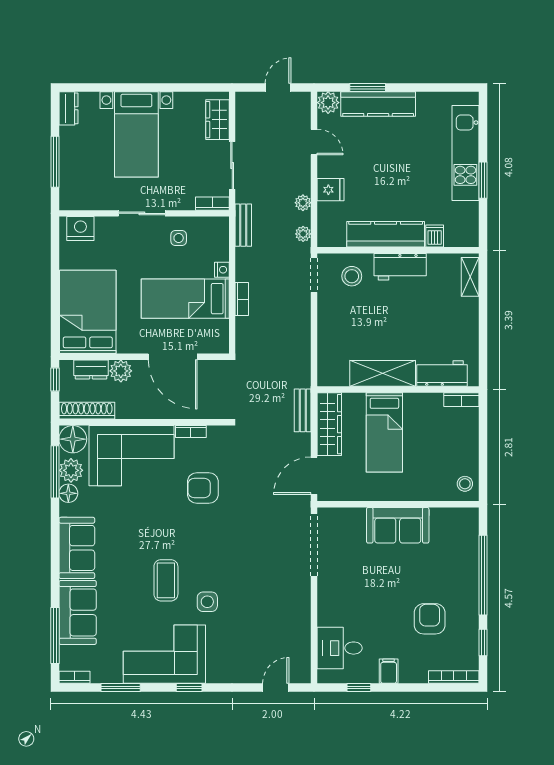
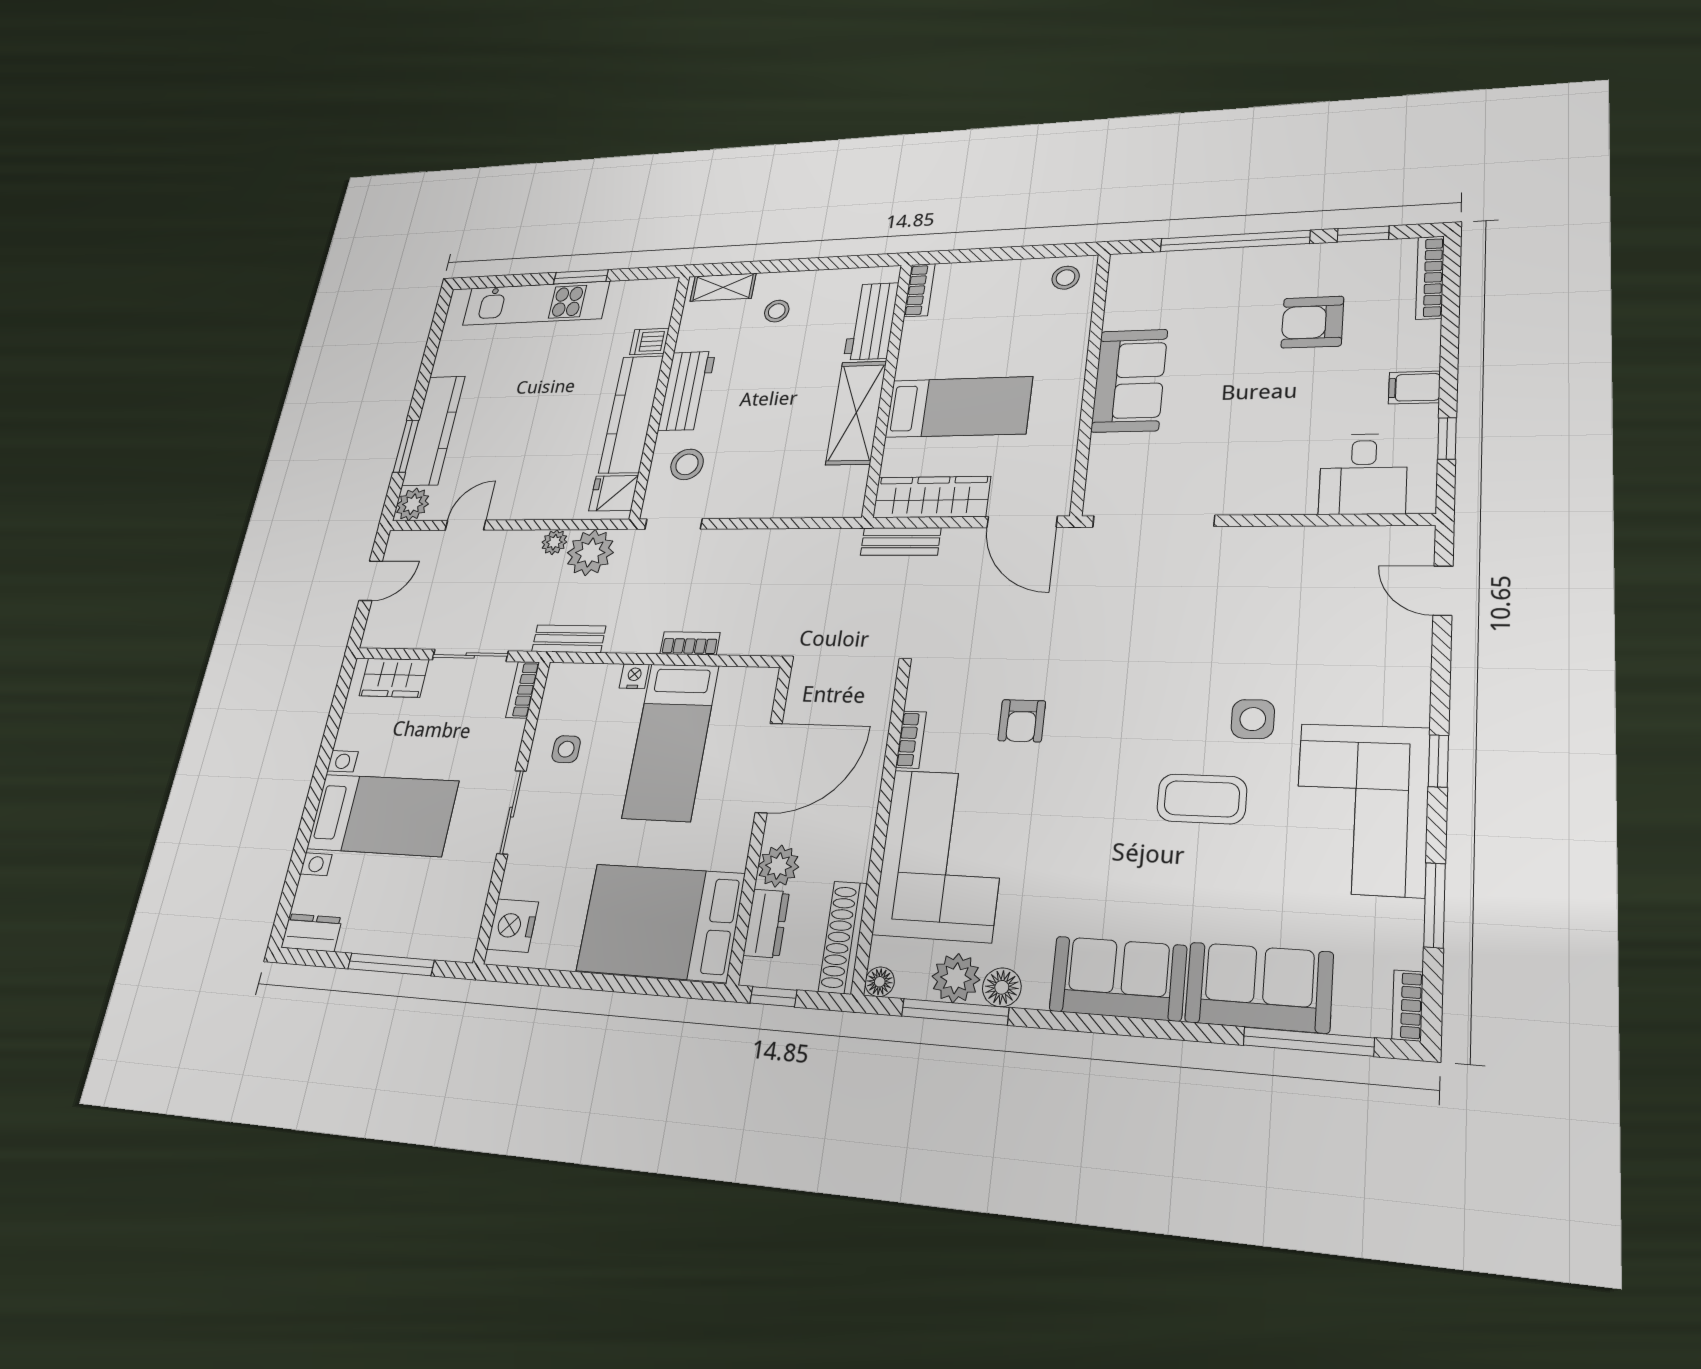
door: (278, 87) -> (371, 581), swing flipped
fridge: (331, 190) -> (614, 493), moved, turned -90
plant: (303, 234) -> (590, 553), width x1.87, depth x1.87
stool: (452, 314) -> (777, 311), added
floor lamp: (73, 439) -> (880, 982), width x0.53, depth x0.53
armchair: (203, 488) -> (1022, 721), width x0.72, depth x0.72

